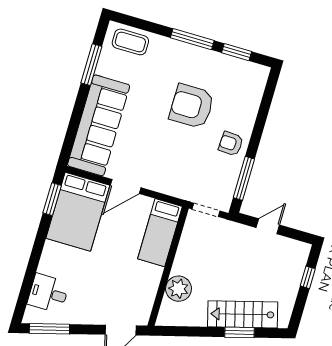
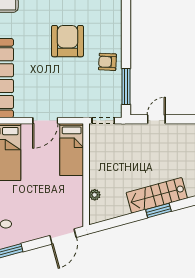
armchair: (192, 106) -> (67, 41), turned 90
door: (126, 186) -> (45, 121), moved
plant: (178, 289) -> (95, 195), width x0.53, depth x0.53

